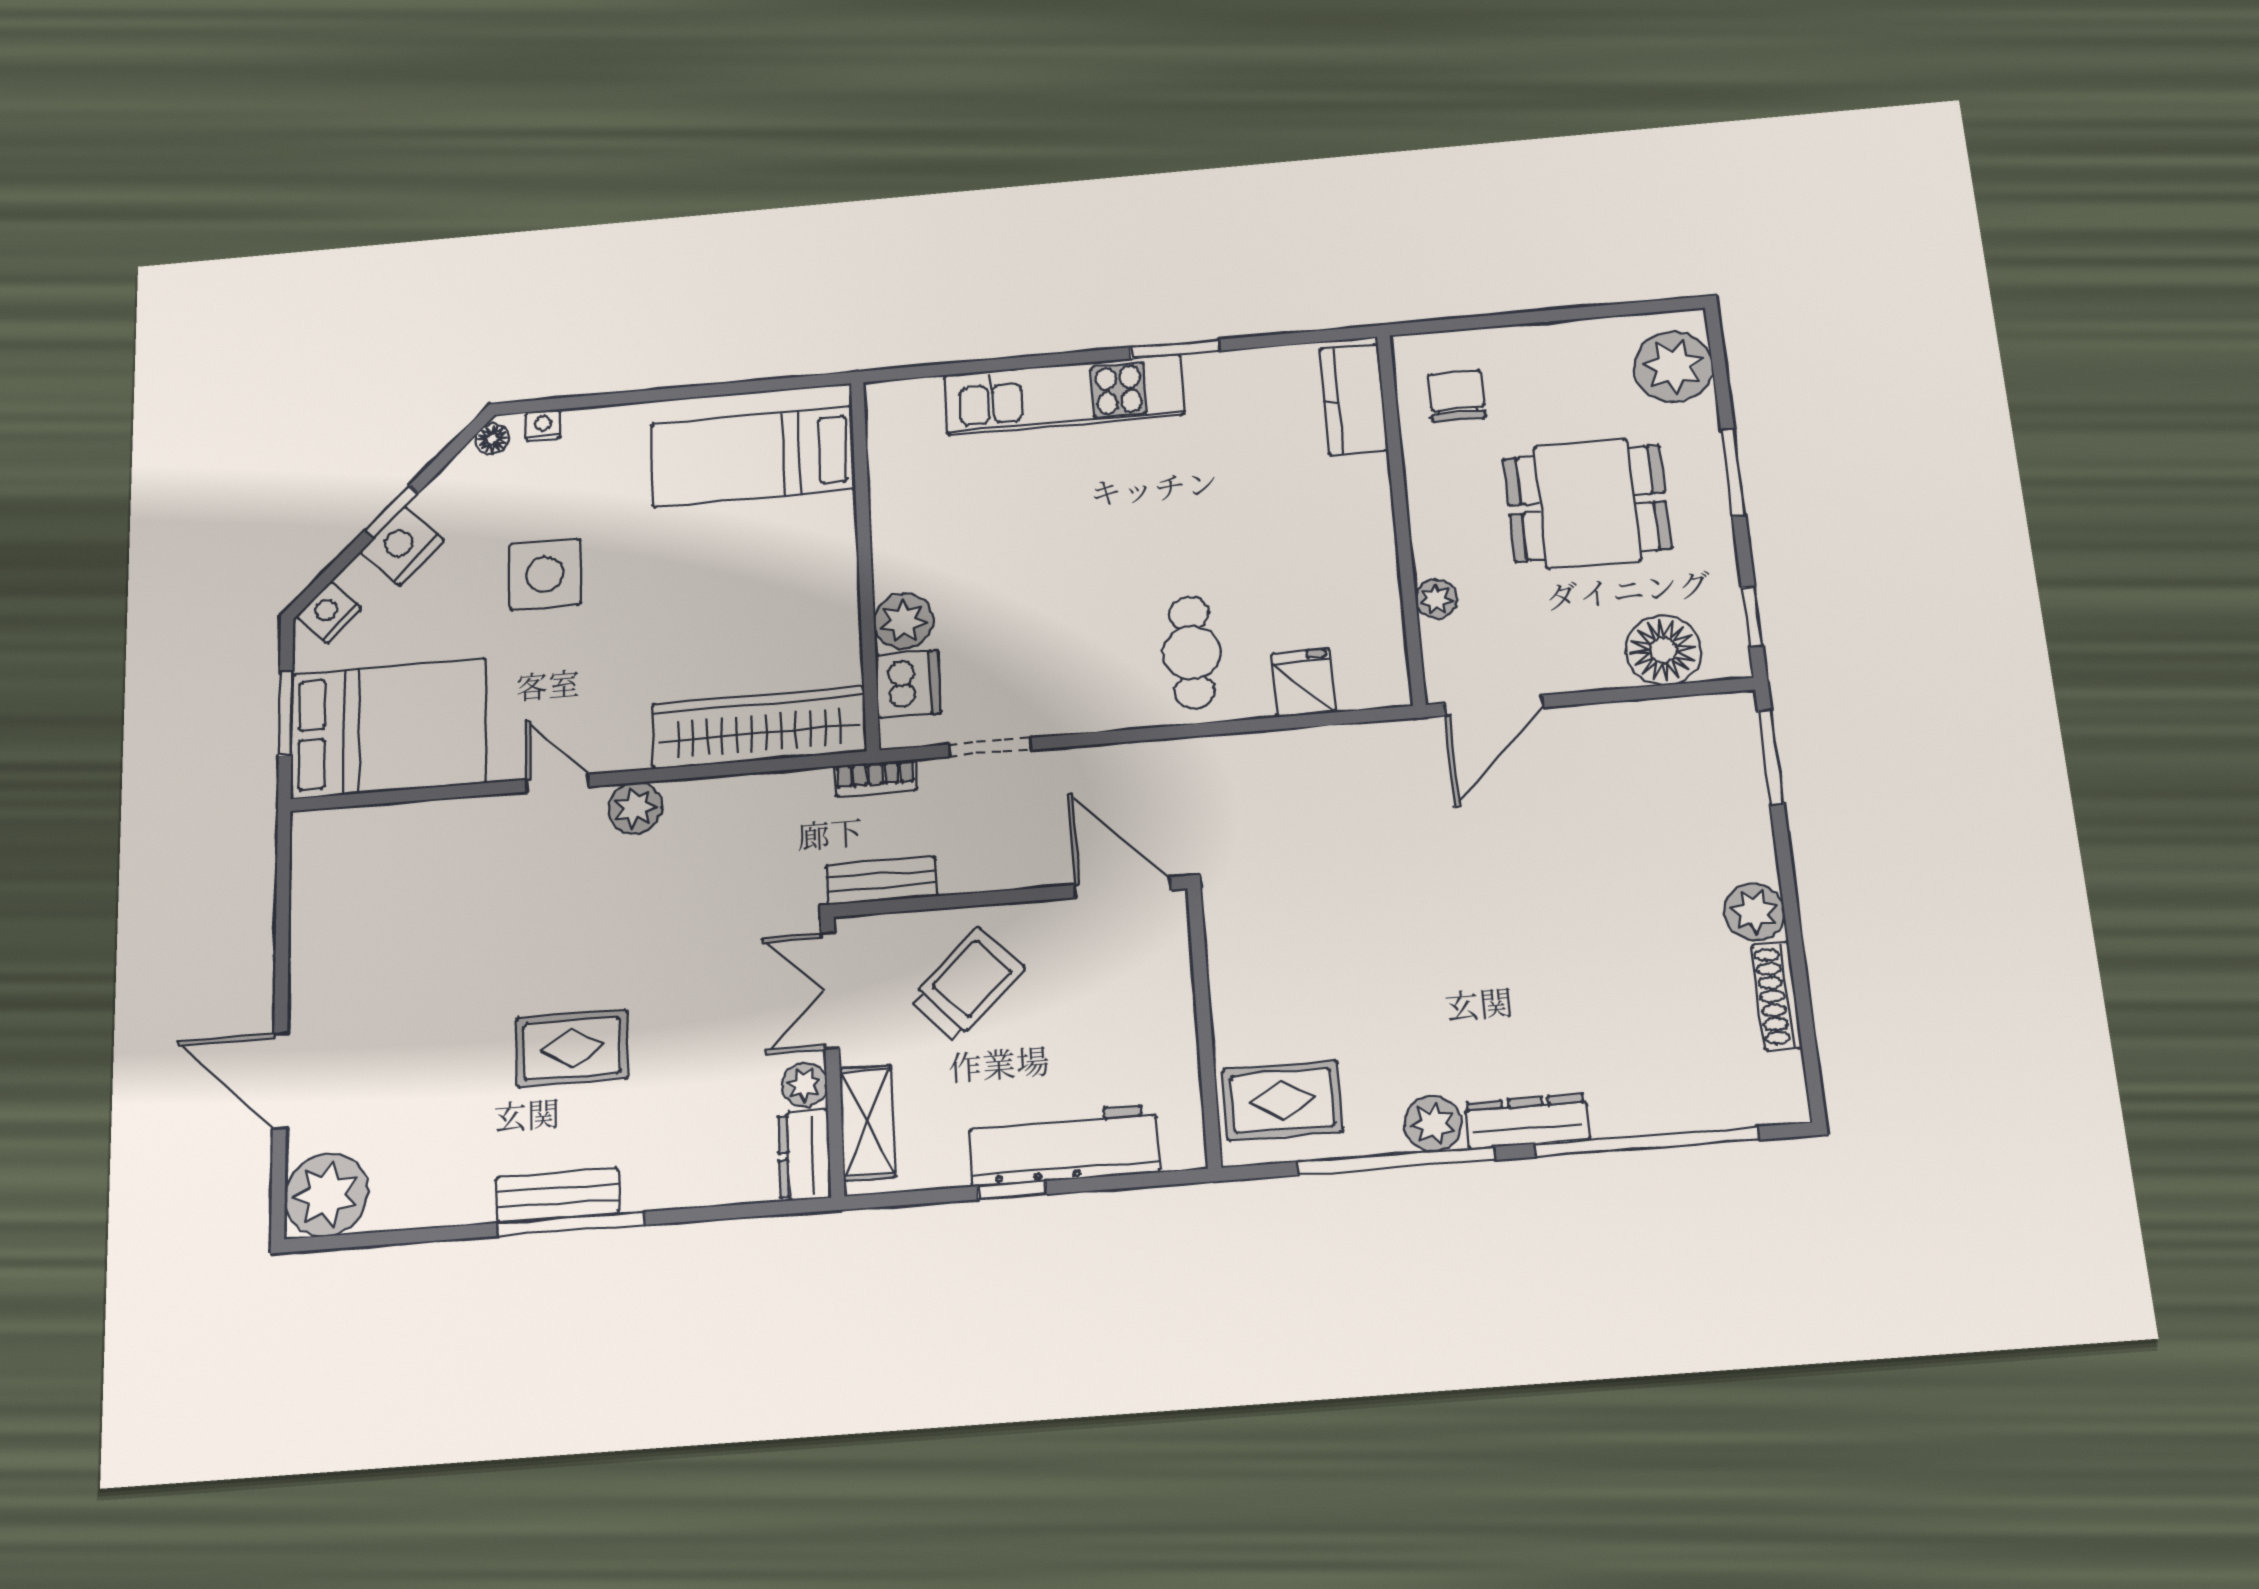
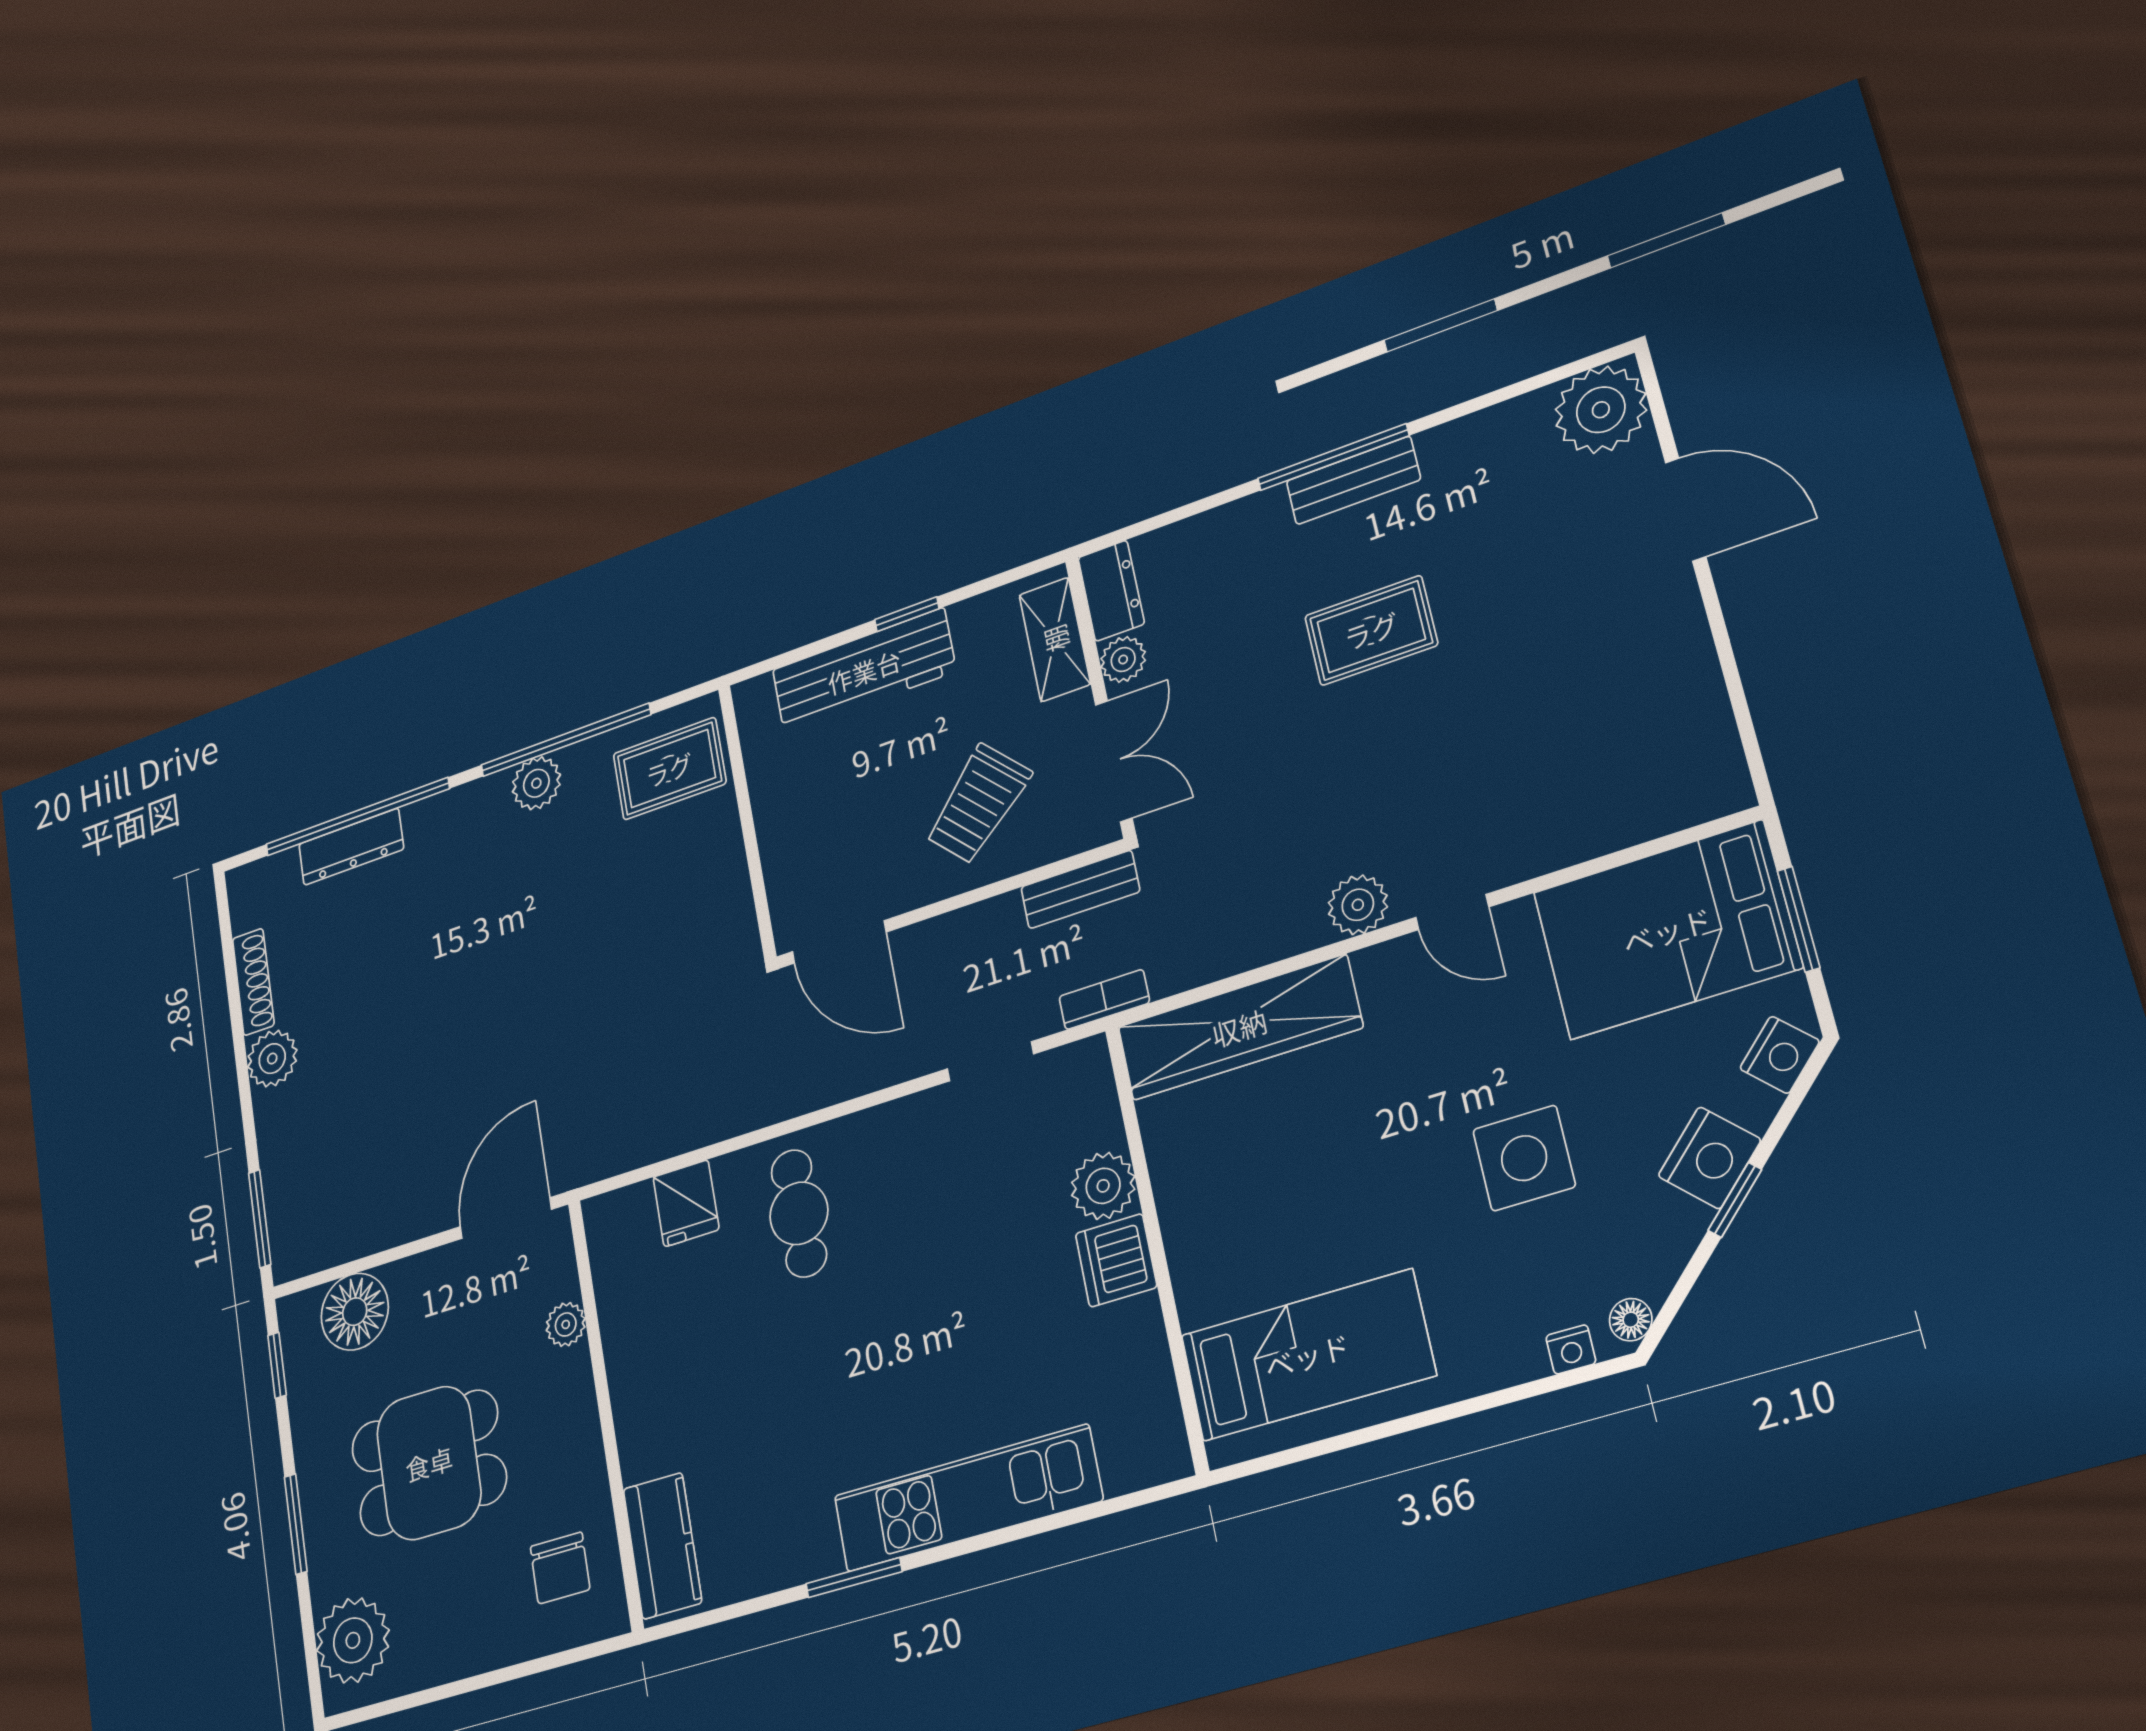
dishwasher: (908, 684) -> (1116, 1260), moved
dresser: (1527, 1121) -> (351, 847), moved

